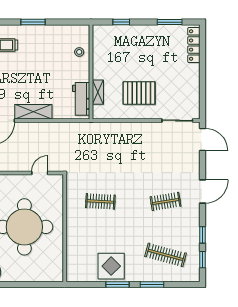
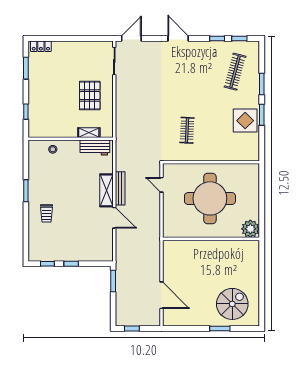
locker: (194, 45) -> (41, 46), width x0.66
bench: (36, 127) -> (120, 188), added
clothes rail: (166, 201) -> (187, 72), removed

